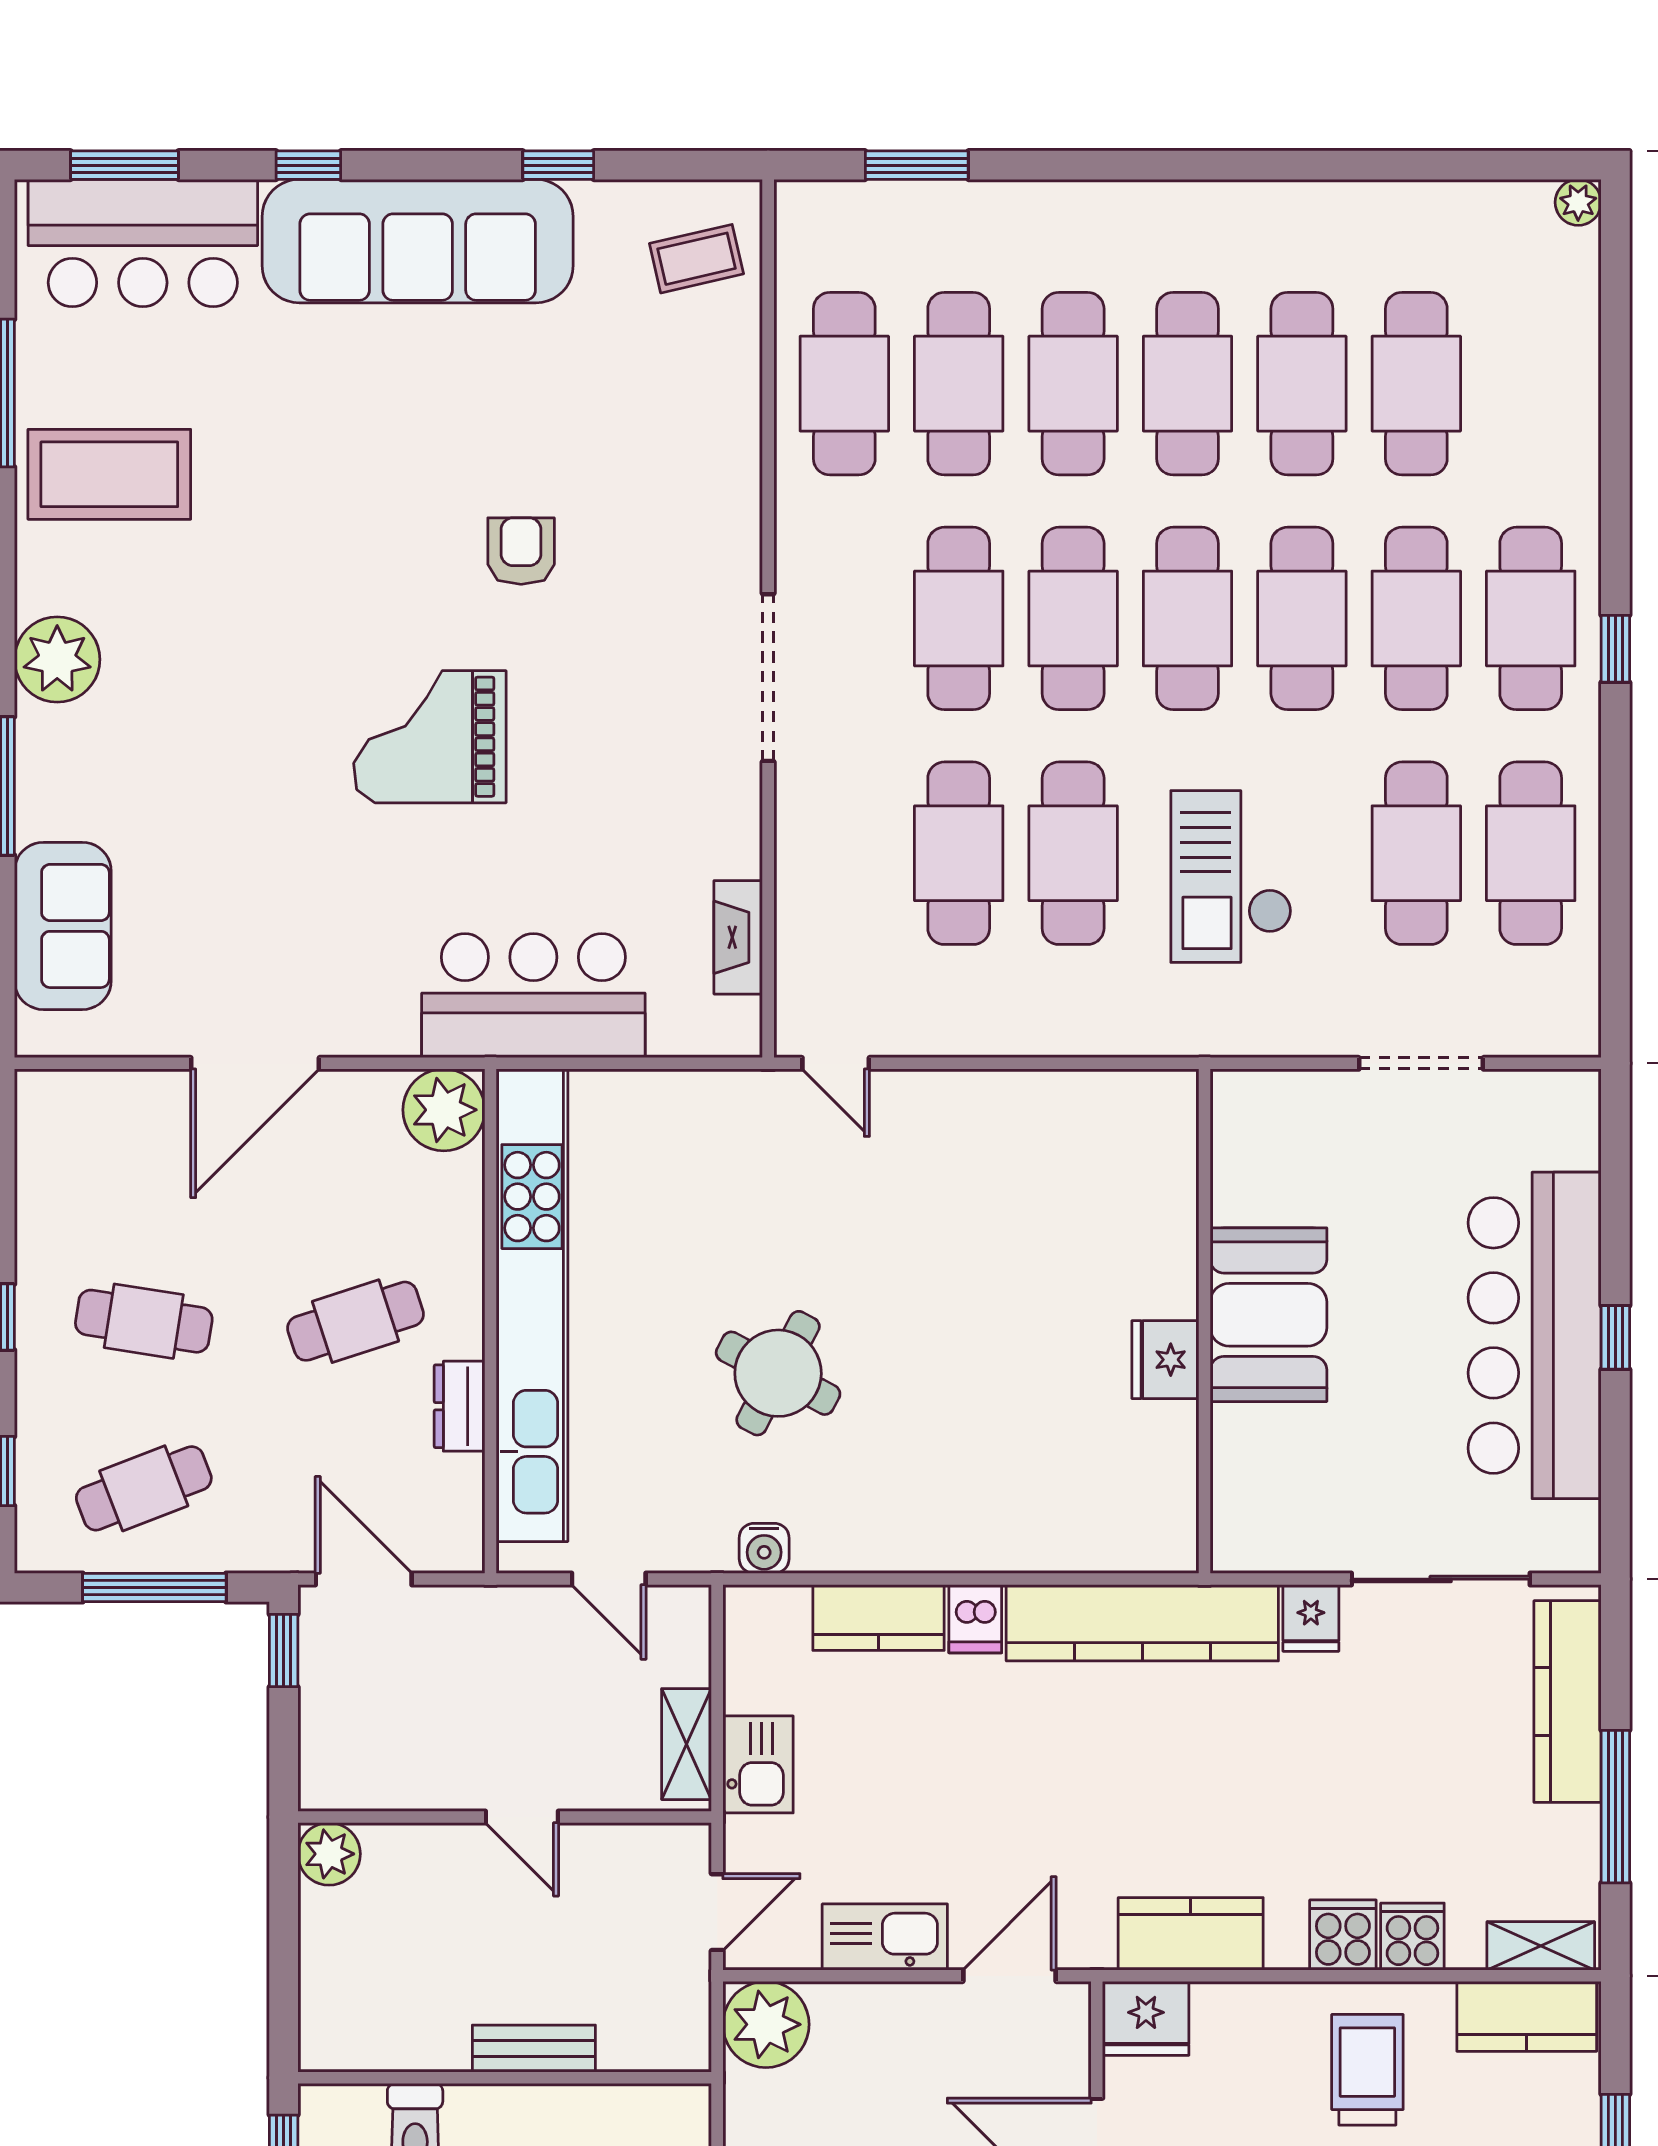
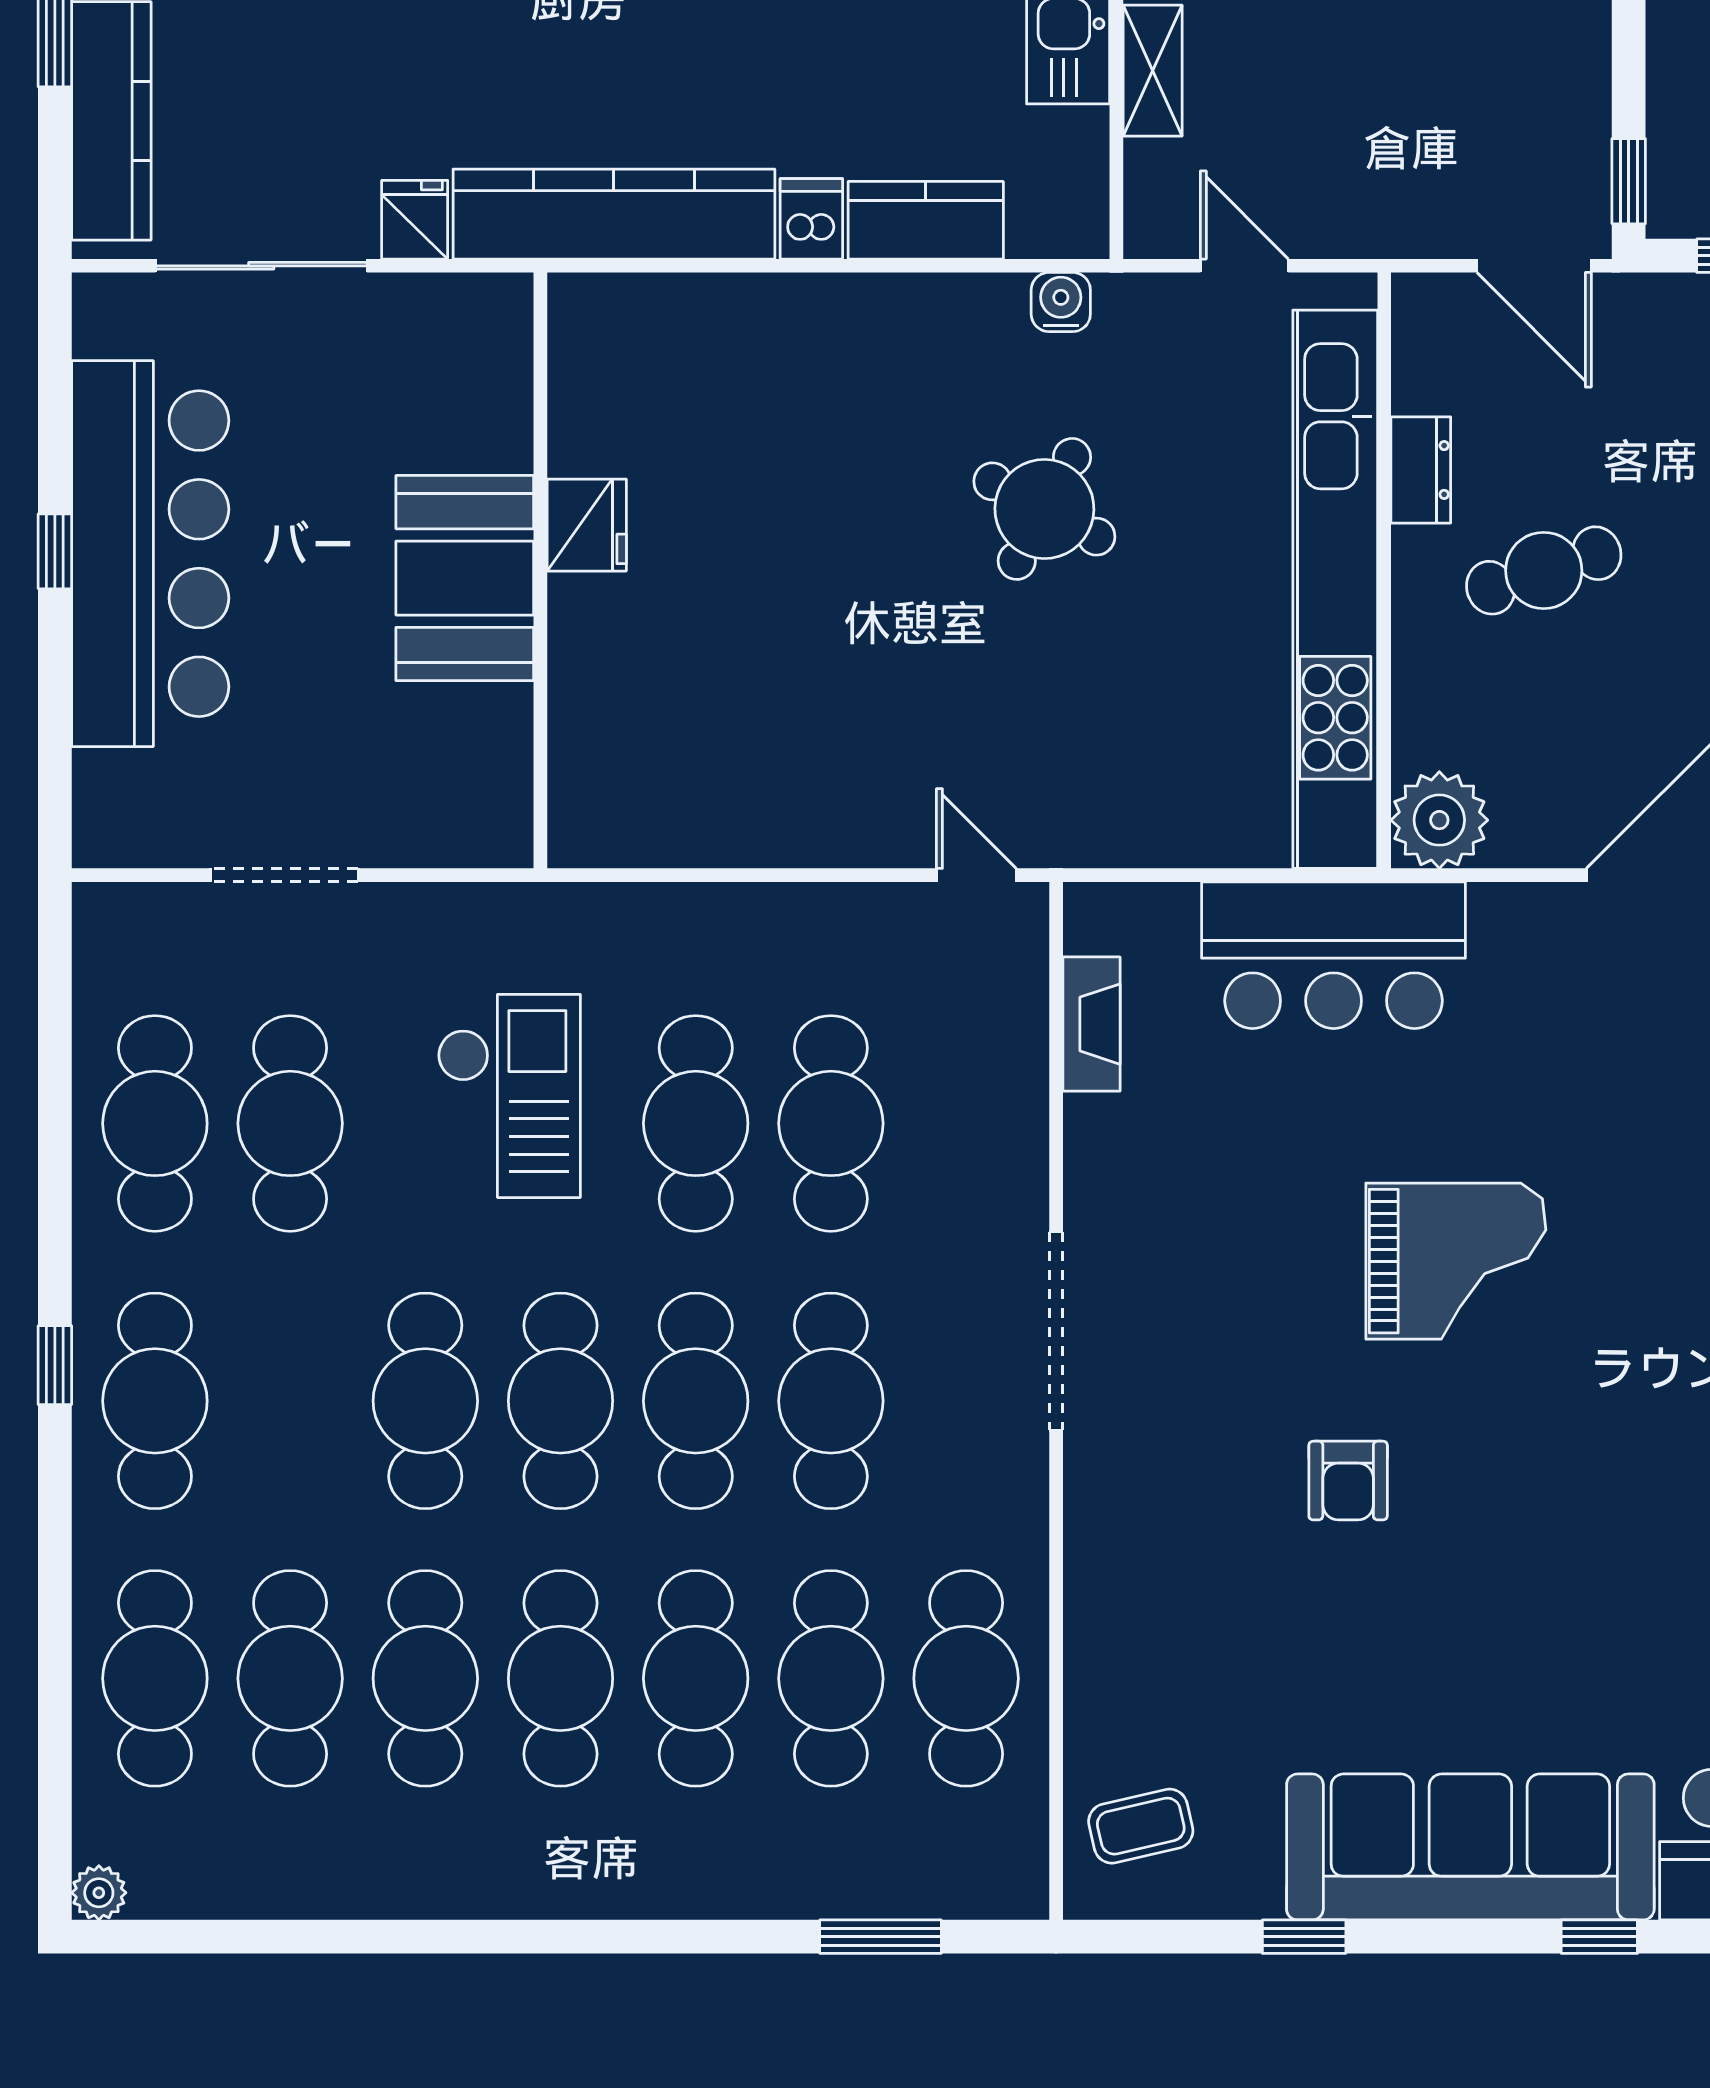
cafe table: (1416, 618) -> (155, 1678), moved

